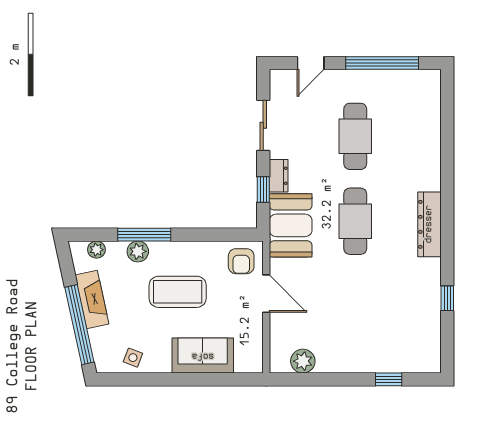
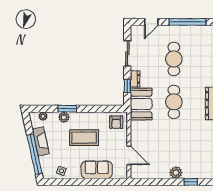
window: (144, 235) -> (67, 109), width x0.69
door: (266, 294) -> (129, 155), moved
plant: (303, 361) -> (176, 173), moved

